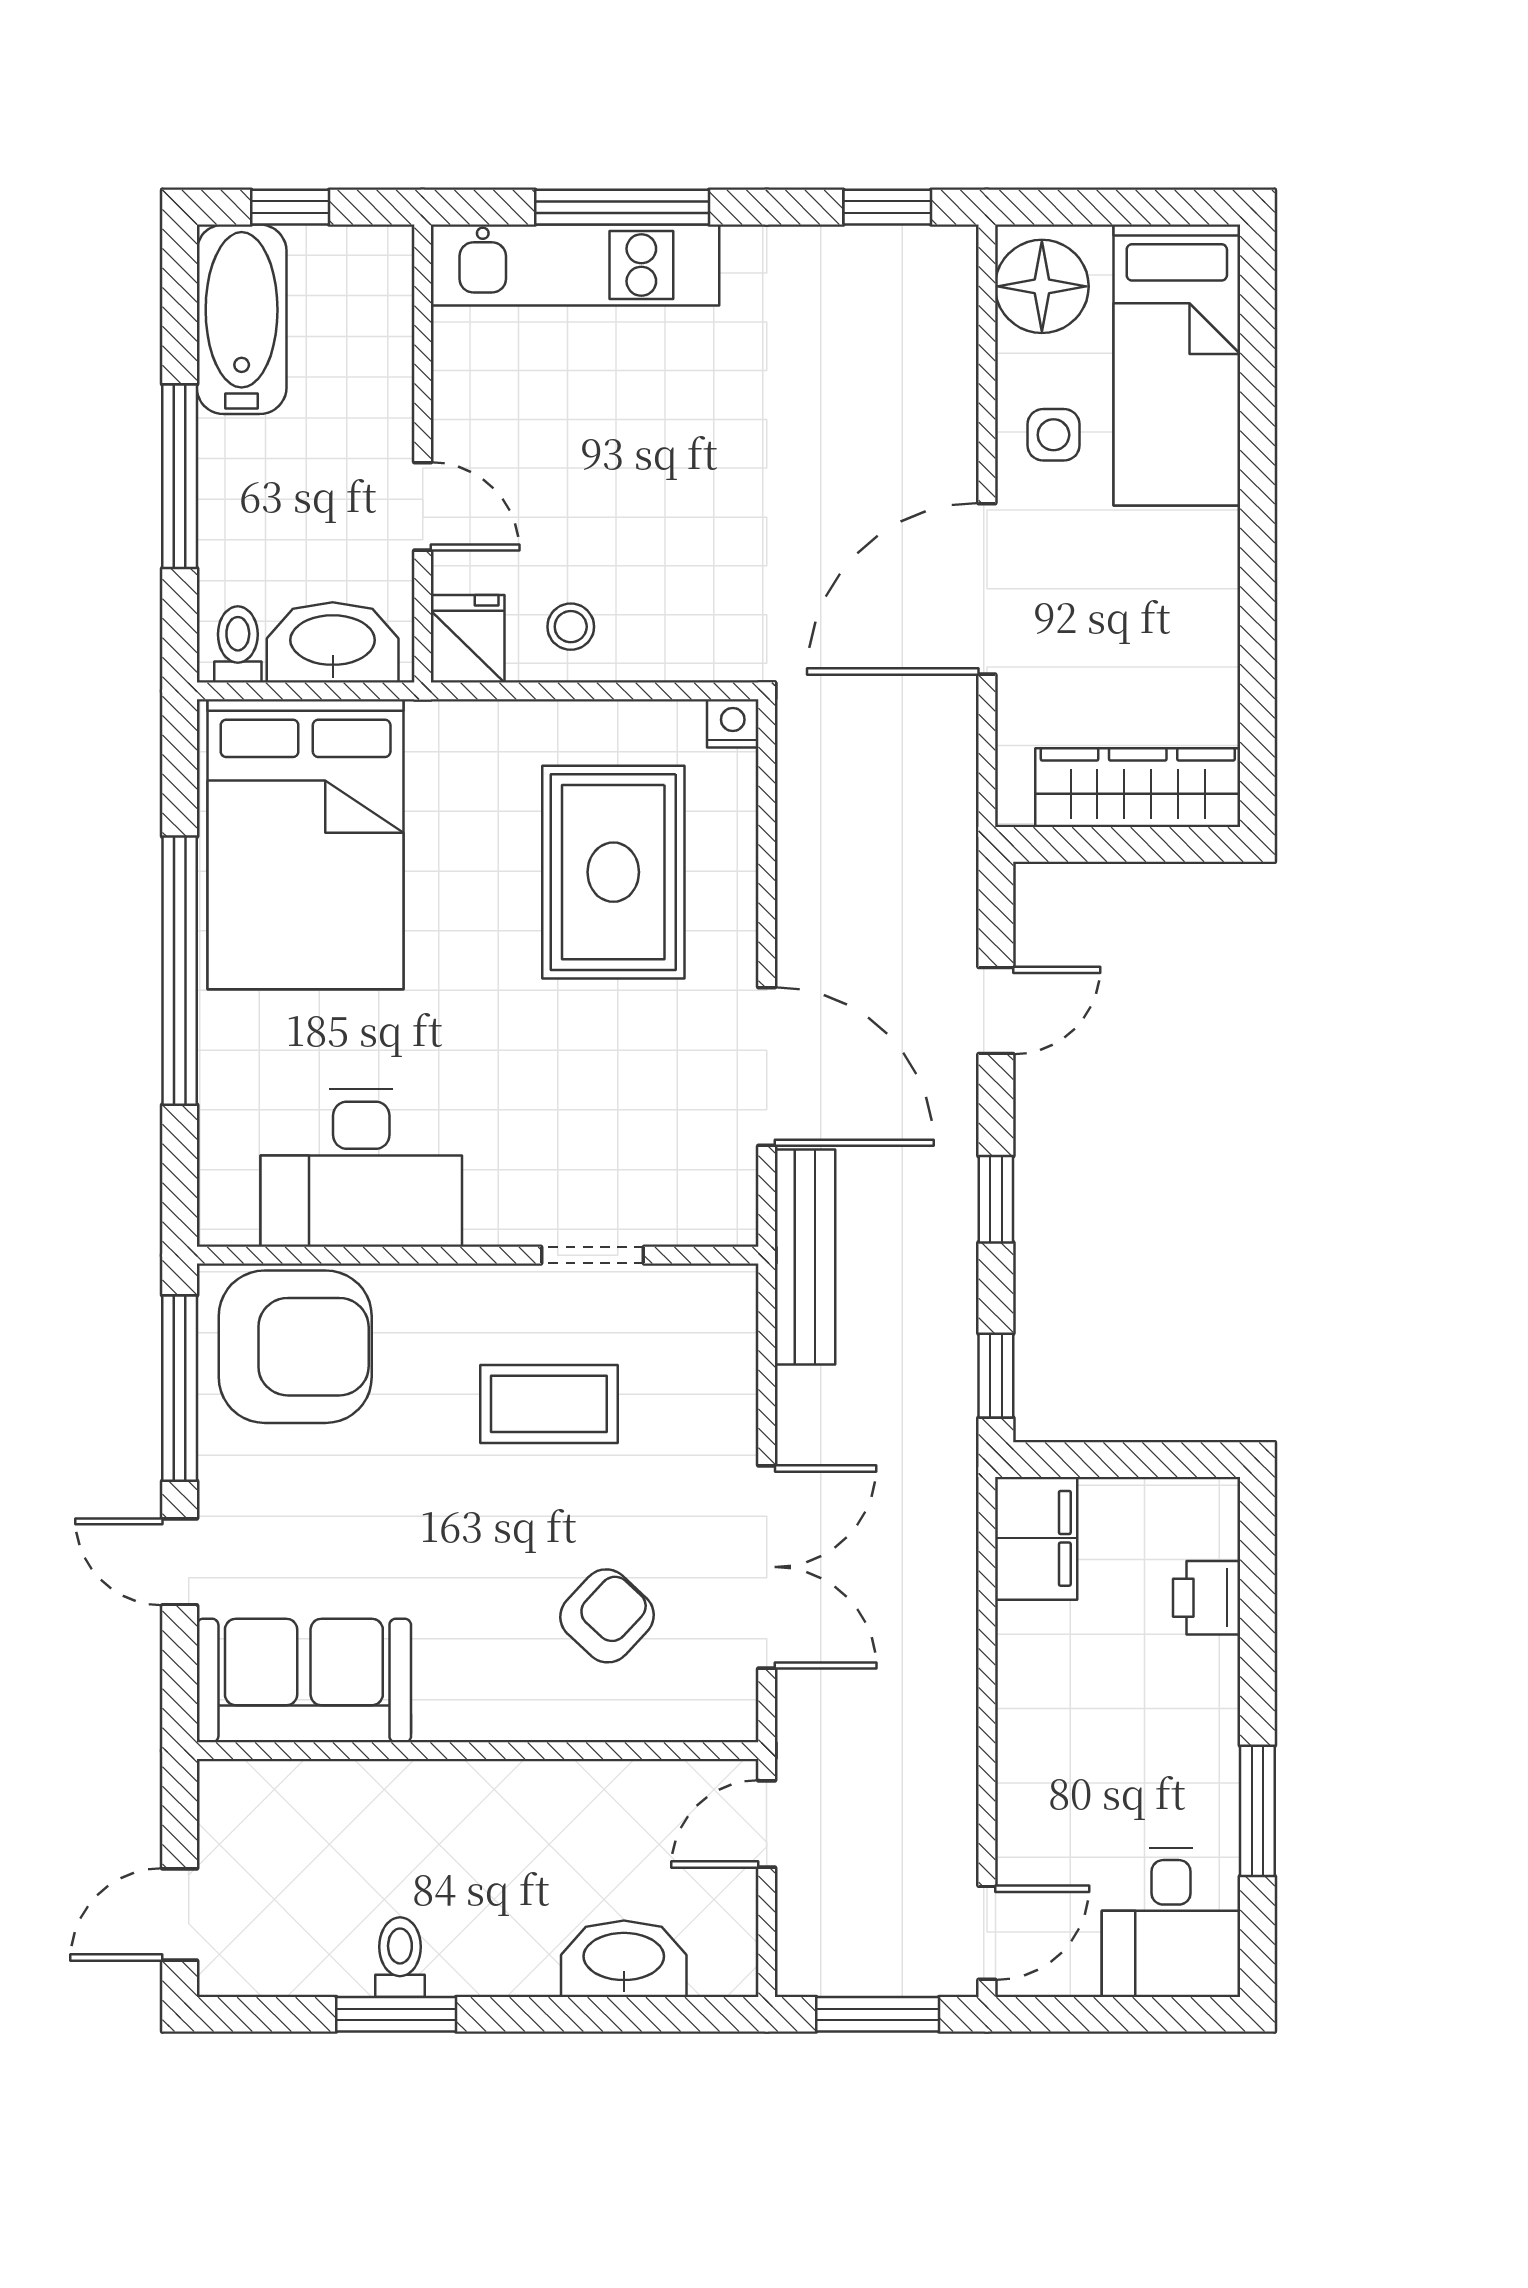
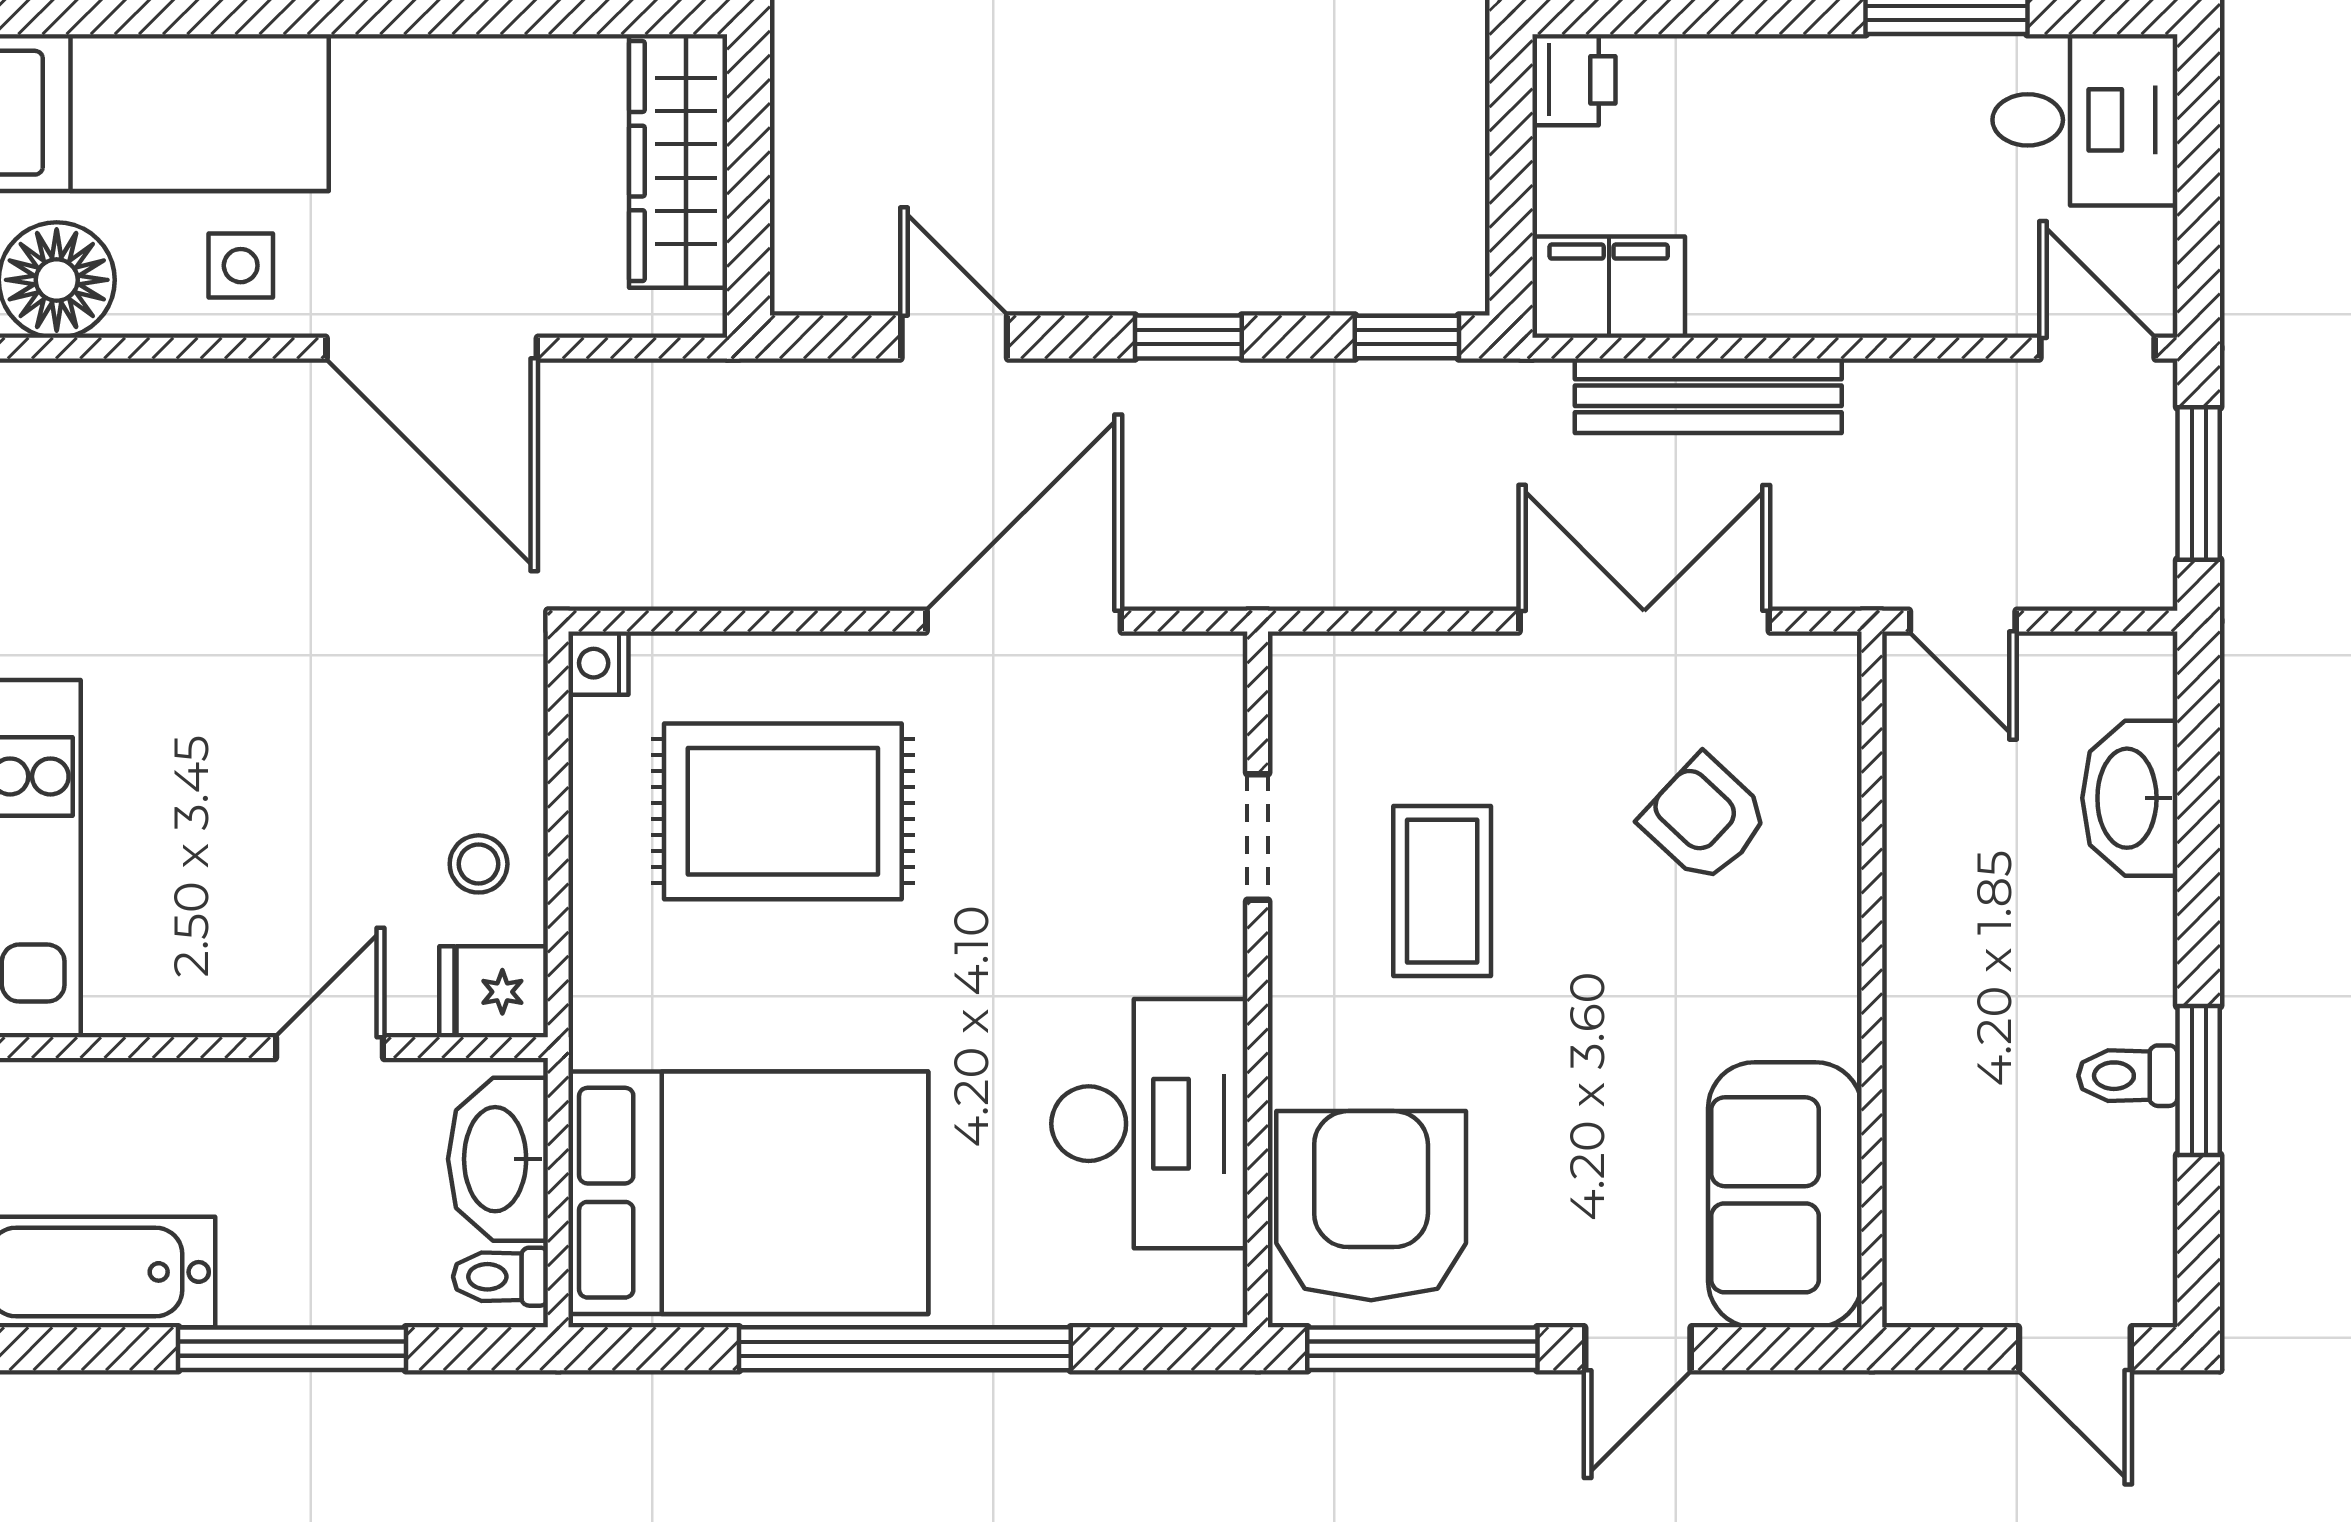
bench: (805, 1257) -> (1708, 396), moved
printer: (1207, 1598) -> (1574, 80), moved, turned -90

